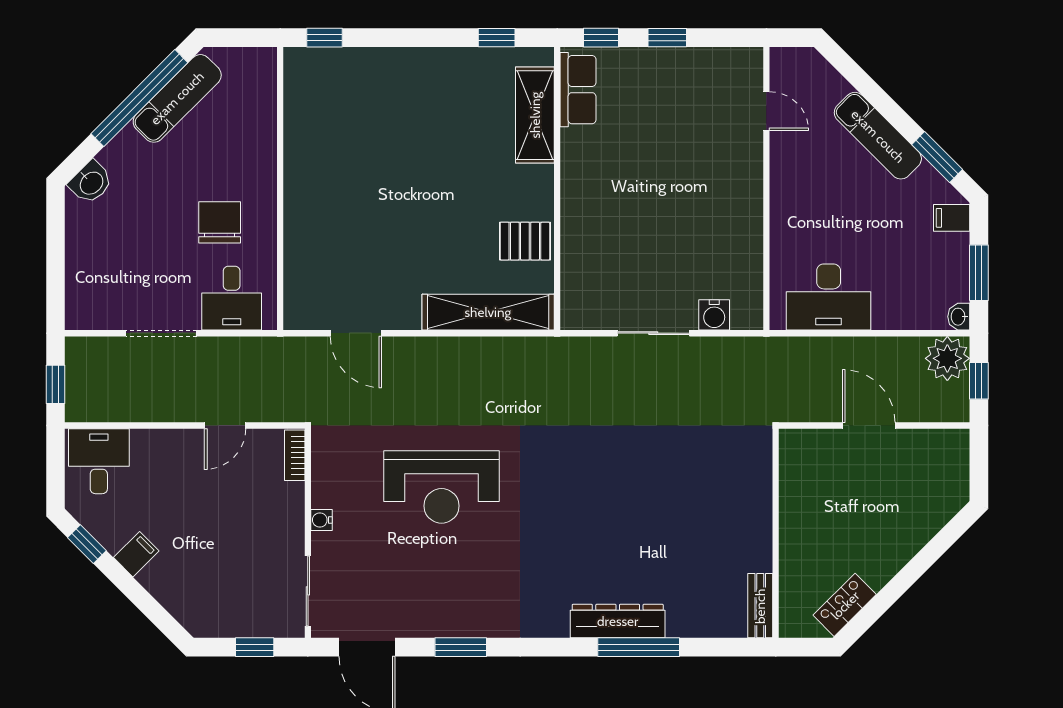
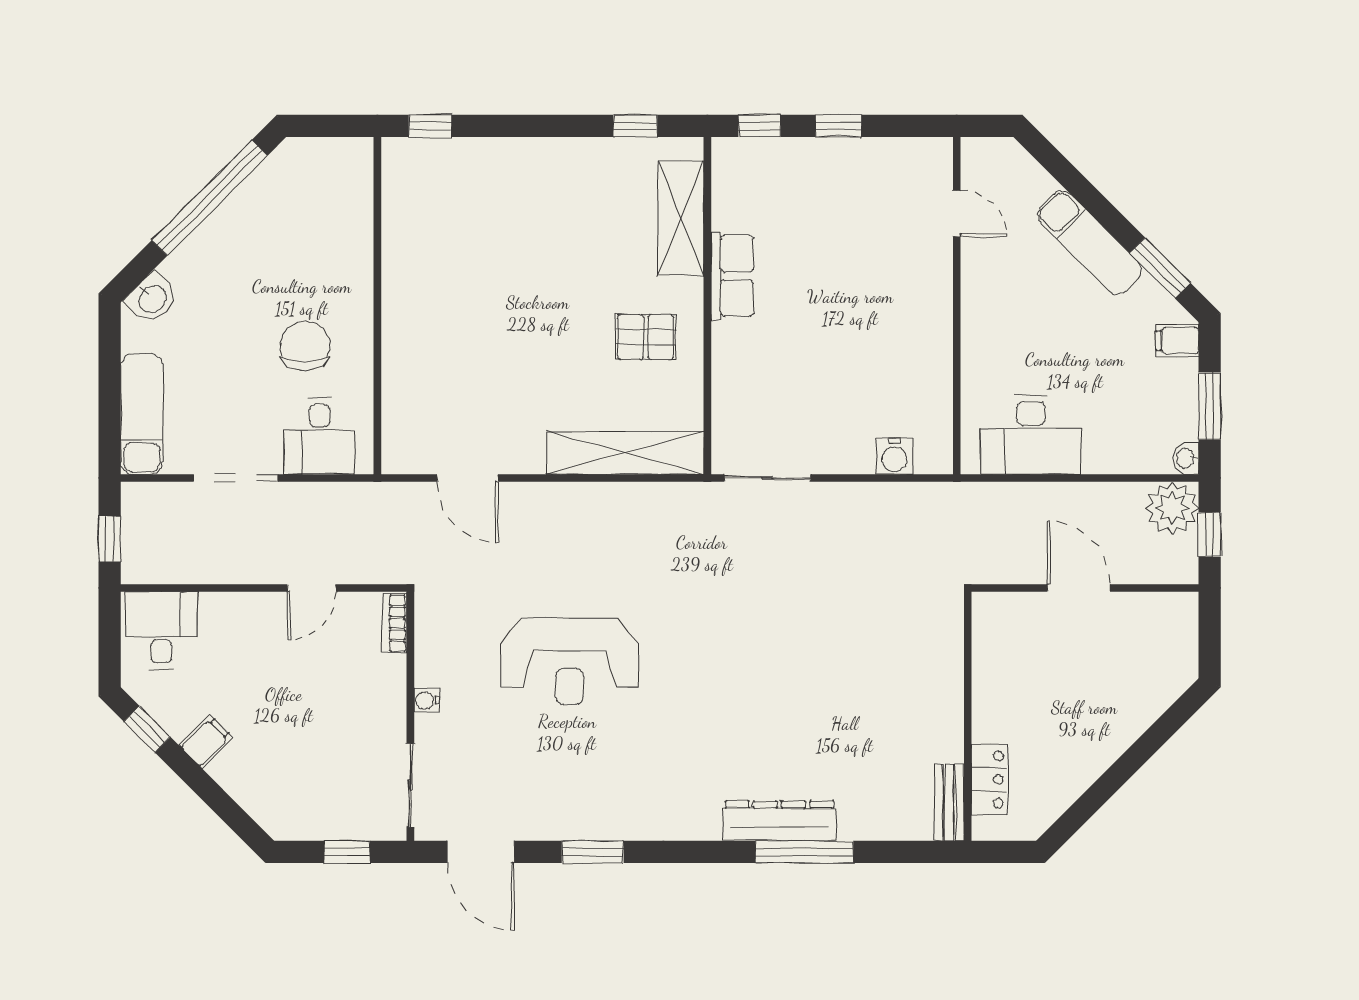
row of seats: (578, 90) -> (732, 276), moved
exam couch: (177, 98) -> (142, 414), moved, turned -45
pallet: (525, 241) -> (646, 337), moved
sliding door: (653, 333) -> (767, 478), moved
locker: (845, 605) -> (989, 779), moved, turned 135

